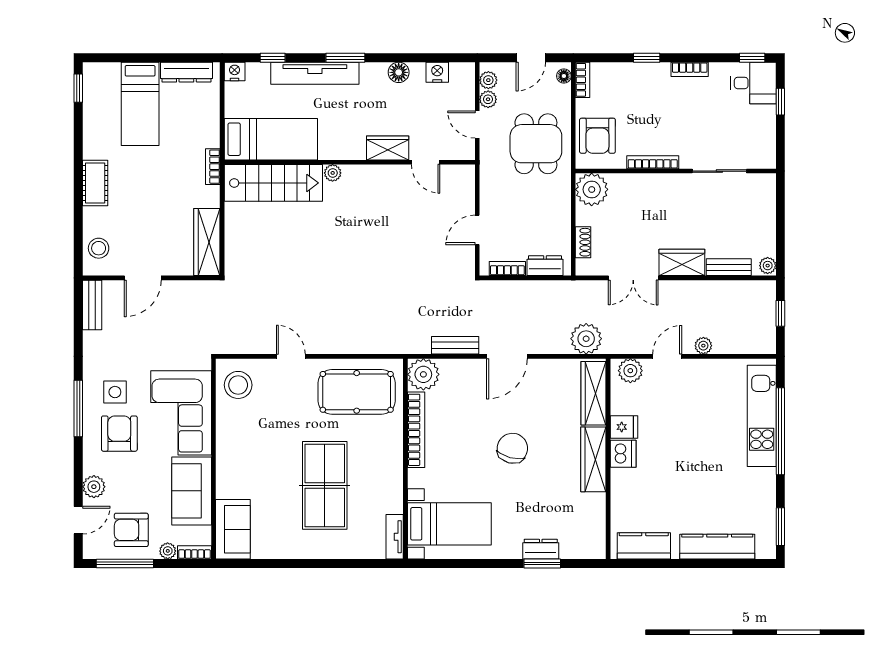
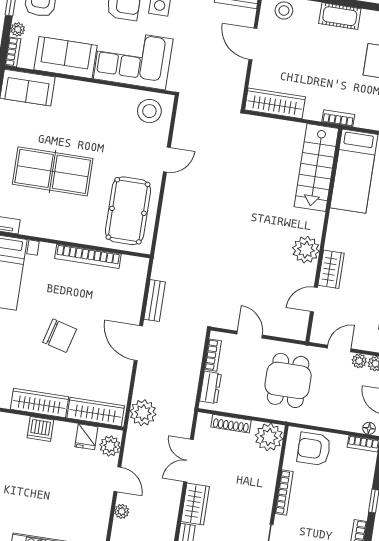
dining table: (536, 144) -> (288, 380), moved, turned 90
plant: (333, 173) -> (306, 250), moved, width x1.88, depth x1.88
shoe rack: (583, 242) -> (231, 424), width x1.43
plant: (423, 374) -> (134, 270), removed
fridge: (624, 427) -> (86, 437), moved

